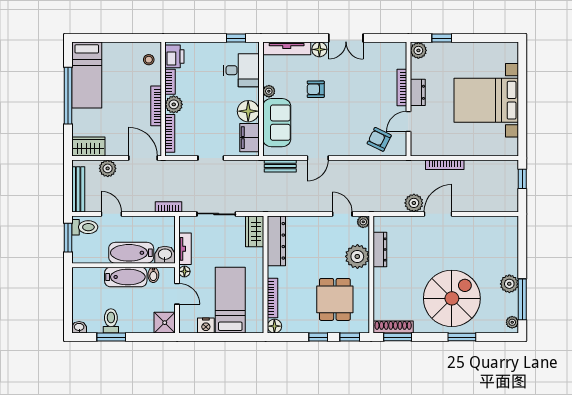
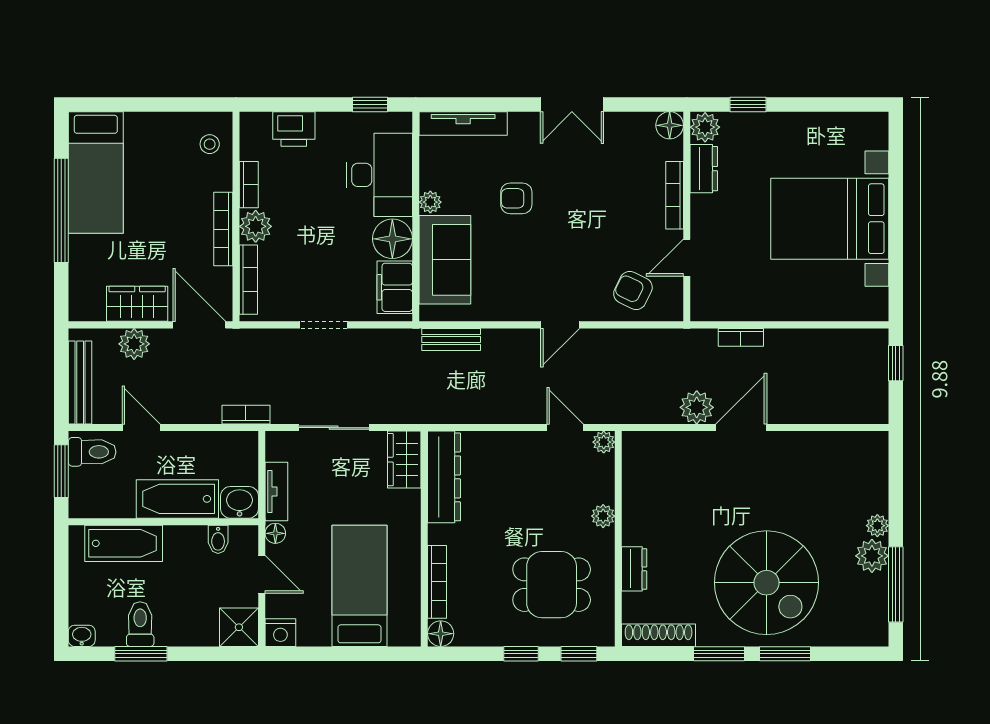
floor lamp: (319, 49) -> (670, 125), moved
printer: (174, 56) -> (294, 129), moved, turned 90
desk: (241, 70) -> (379, 175), width x1.37
dresser: (418, 92) -> (704, 169), moved
wardrobe: (88, 147) -> (137, 304), moved
door: (318, 158) -> (560, 325), moved
bookcase: (445, 165) -> (741, 337), width x0.64
dresser: (380, 249) -> (634, 569), moved, width x0.70
plant: (357, 256) -> (603, 516), width x0.53, depth x0.53
bathtub: (126, 277) -> (124, 543), moved
spiral stairs: (452, 298) -> (767, 583), turned 90
dining table: (335, 299) -> (552, 585), turned 90
plant: (512, 322) -> (877, 526), moved
nightstand: (206, 326) -> (280, 633), moved
window: (398, 337) -> (719, 654), moved

